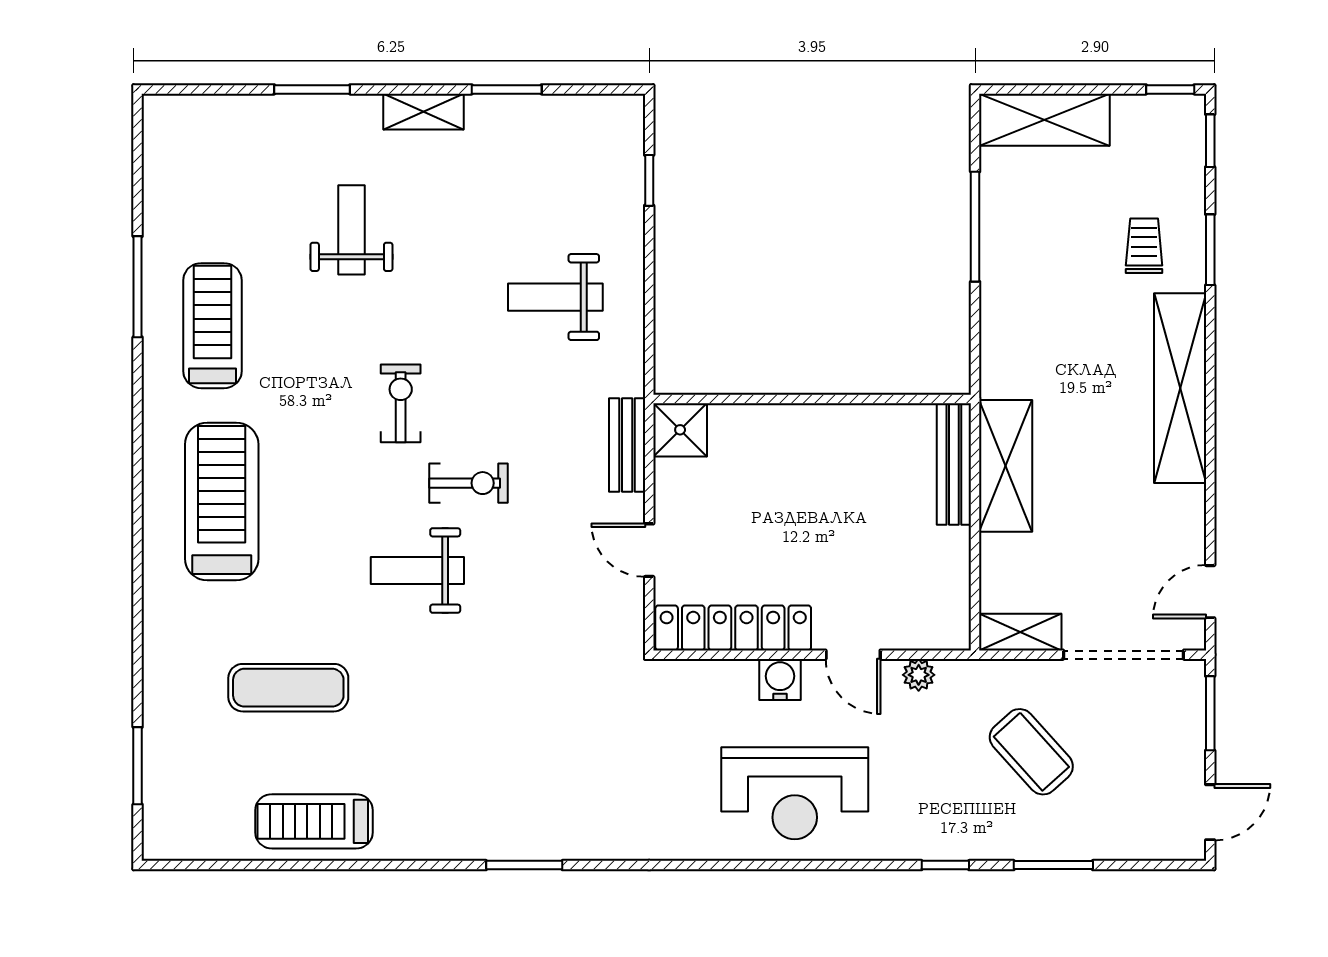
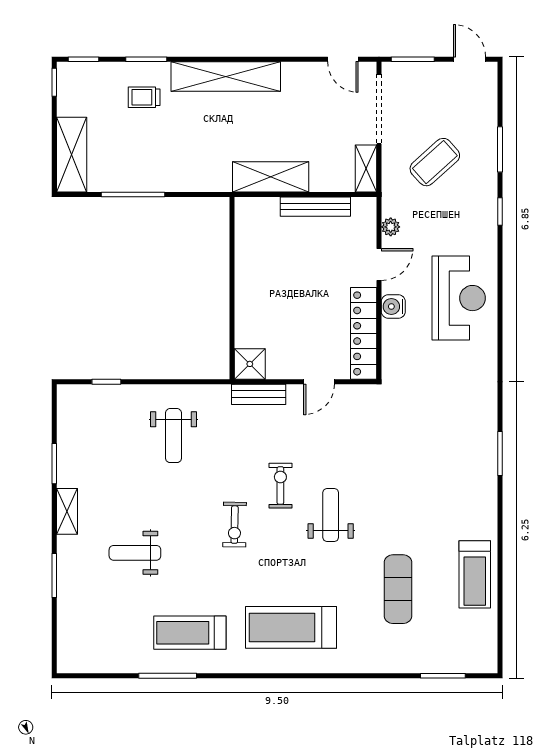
exercise bike: (401, 403) -> (235, 525), turned -89
bench: (954, 464) -> (315, 207), moved
weight bench: (417, 570) -> (331, 515), turned 180

